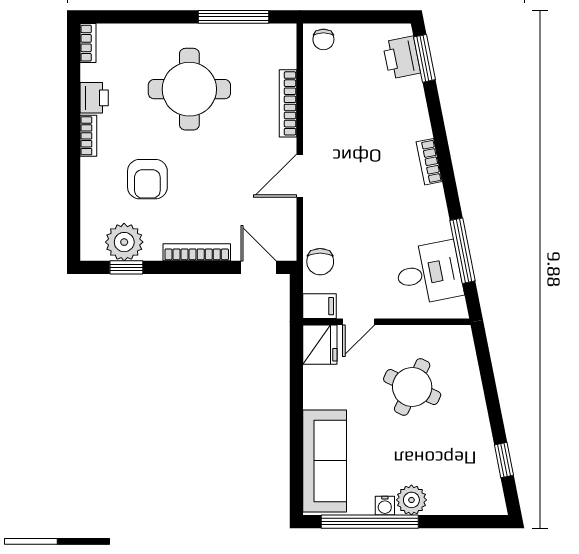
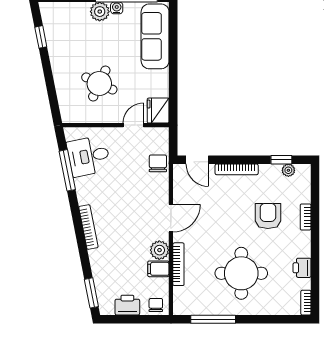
printer: (402, 57) -> (127, 305), moved, turned -79
plant: (318, 126) -> (159, 250), added
bookcase: (88, 136) -> (306, 217), moved
bookcase: (429, 162) -> (88, 227), width x1.56
plant: (124, 242) -> (288, 170), width x0.53, depth x0.53
filing cabinet: (319, 306) -> (158, 269), moved

